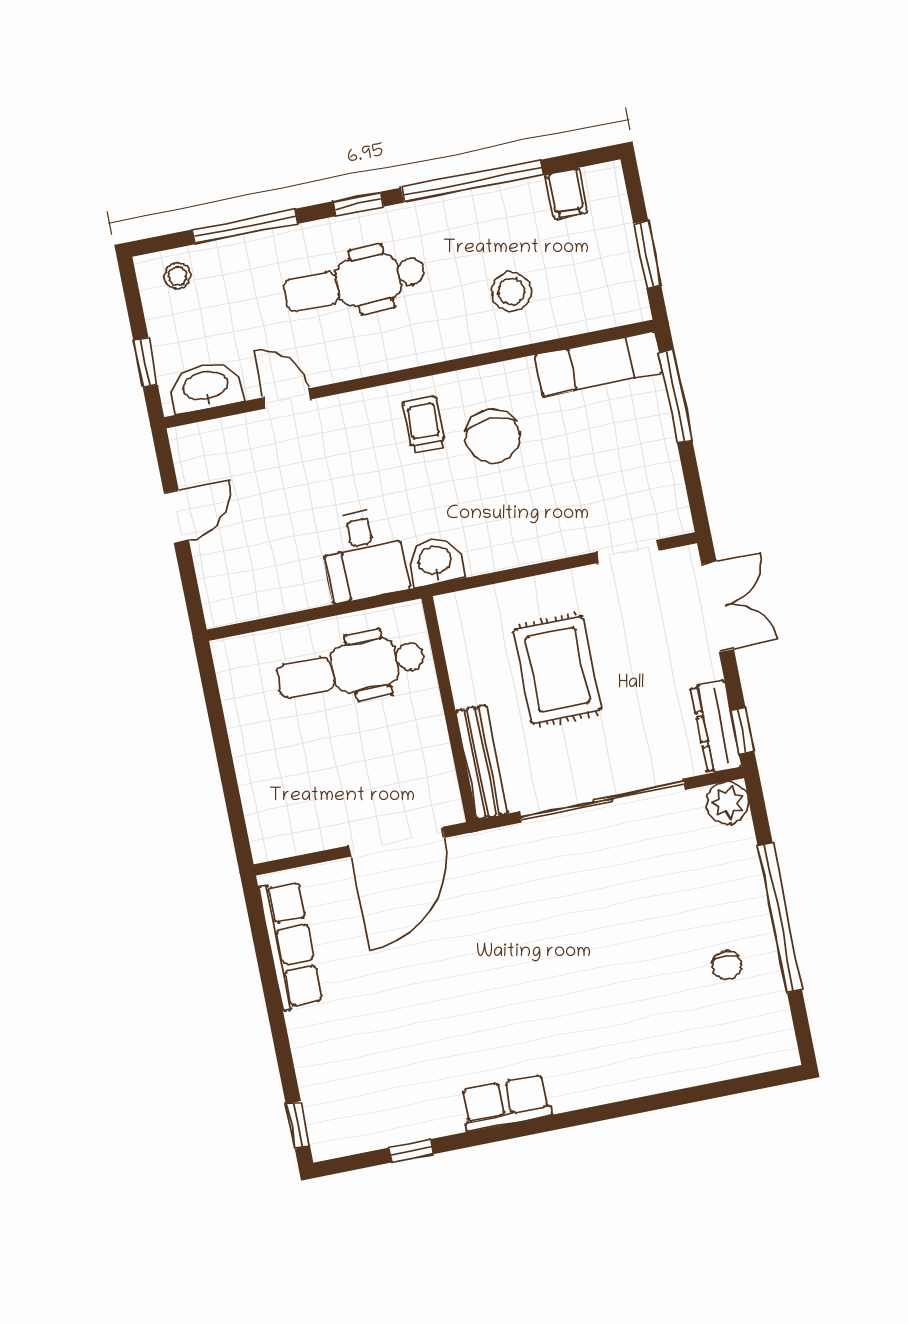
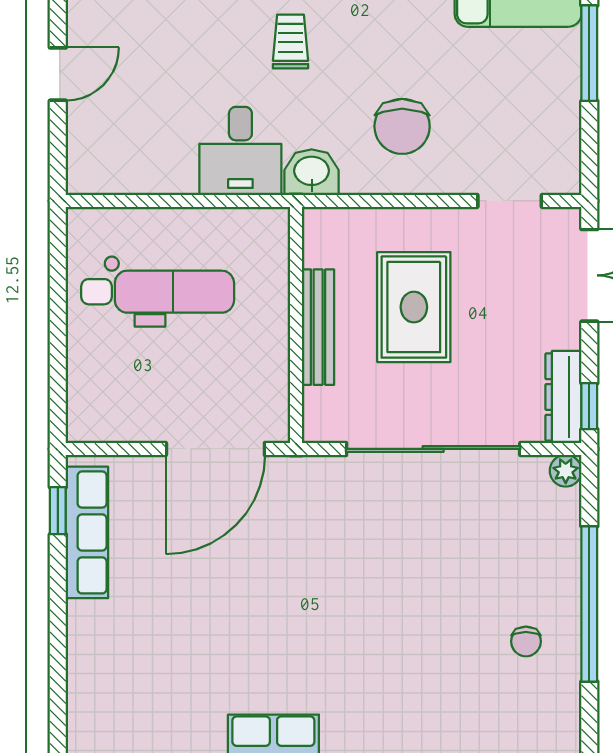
trolley: (424, 425) -> (290, 42), moved
chair: (493, 436) -> (402, 126), moved
dental chair: (350, 668) -> (158, 292), moved, turned 180
bench: (482, 762) -> (318, 327), moved
plant: (728, 803) -> (566, 471), width x0.73, depth x0.73
window: (298, 1125) -> (58, 511), moved

